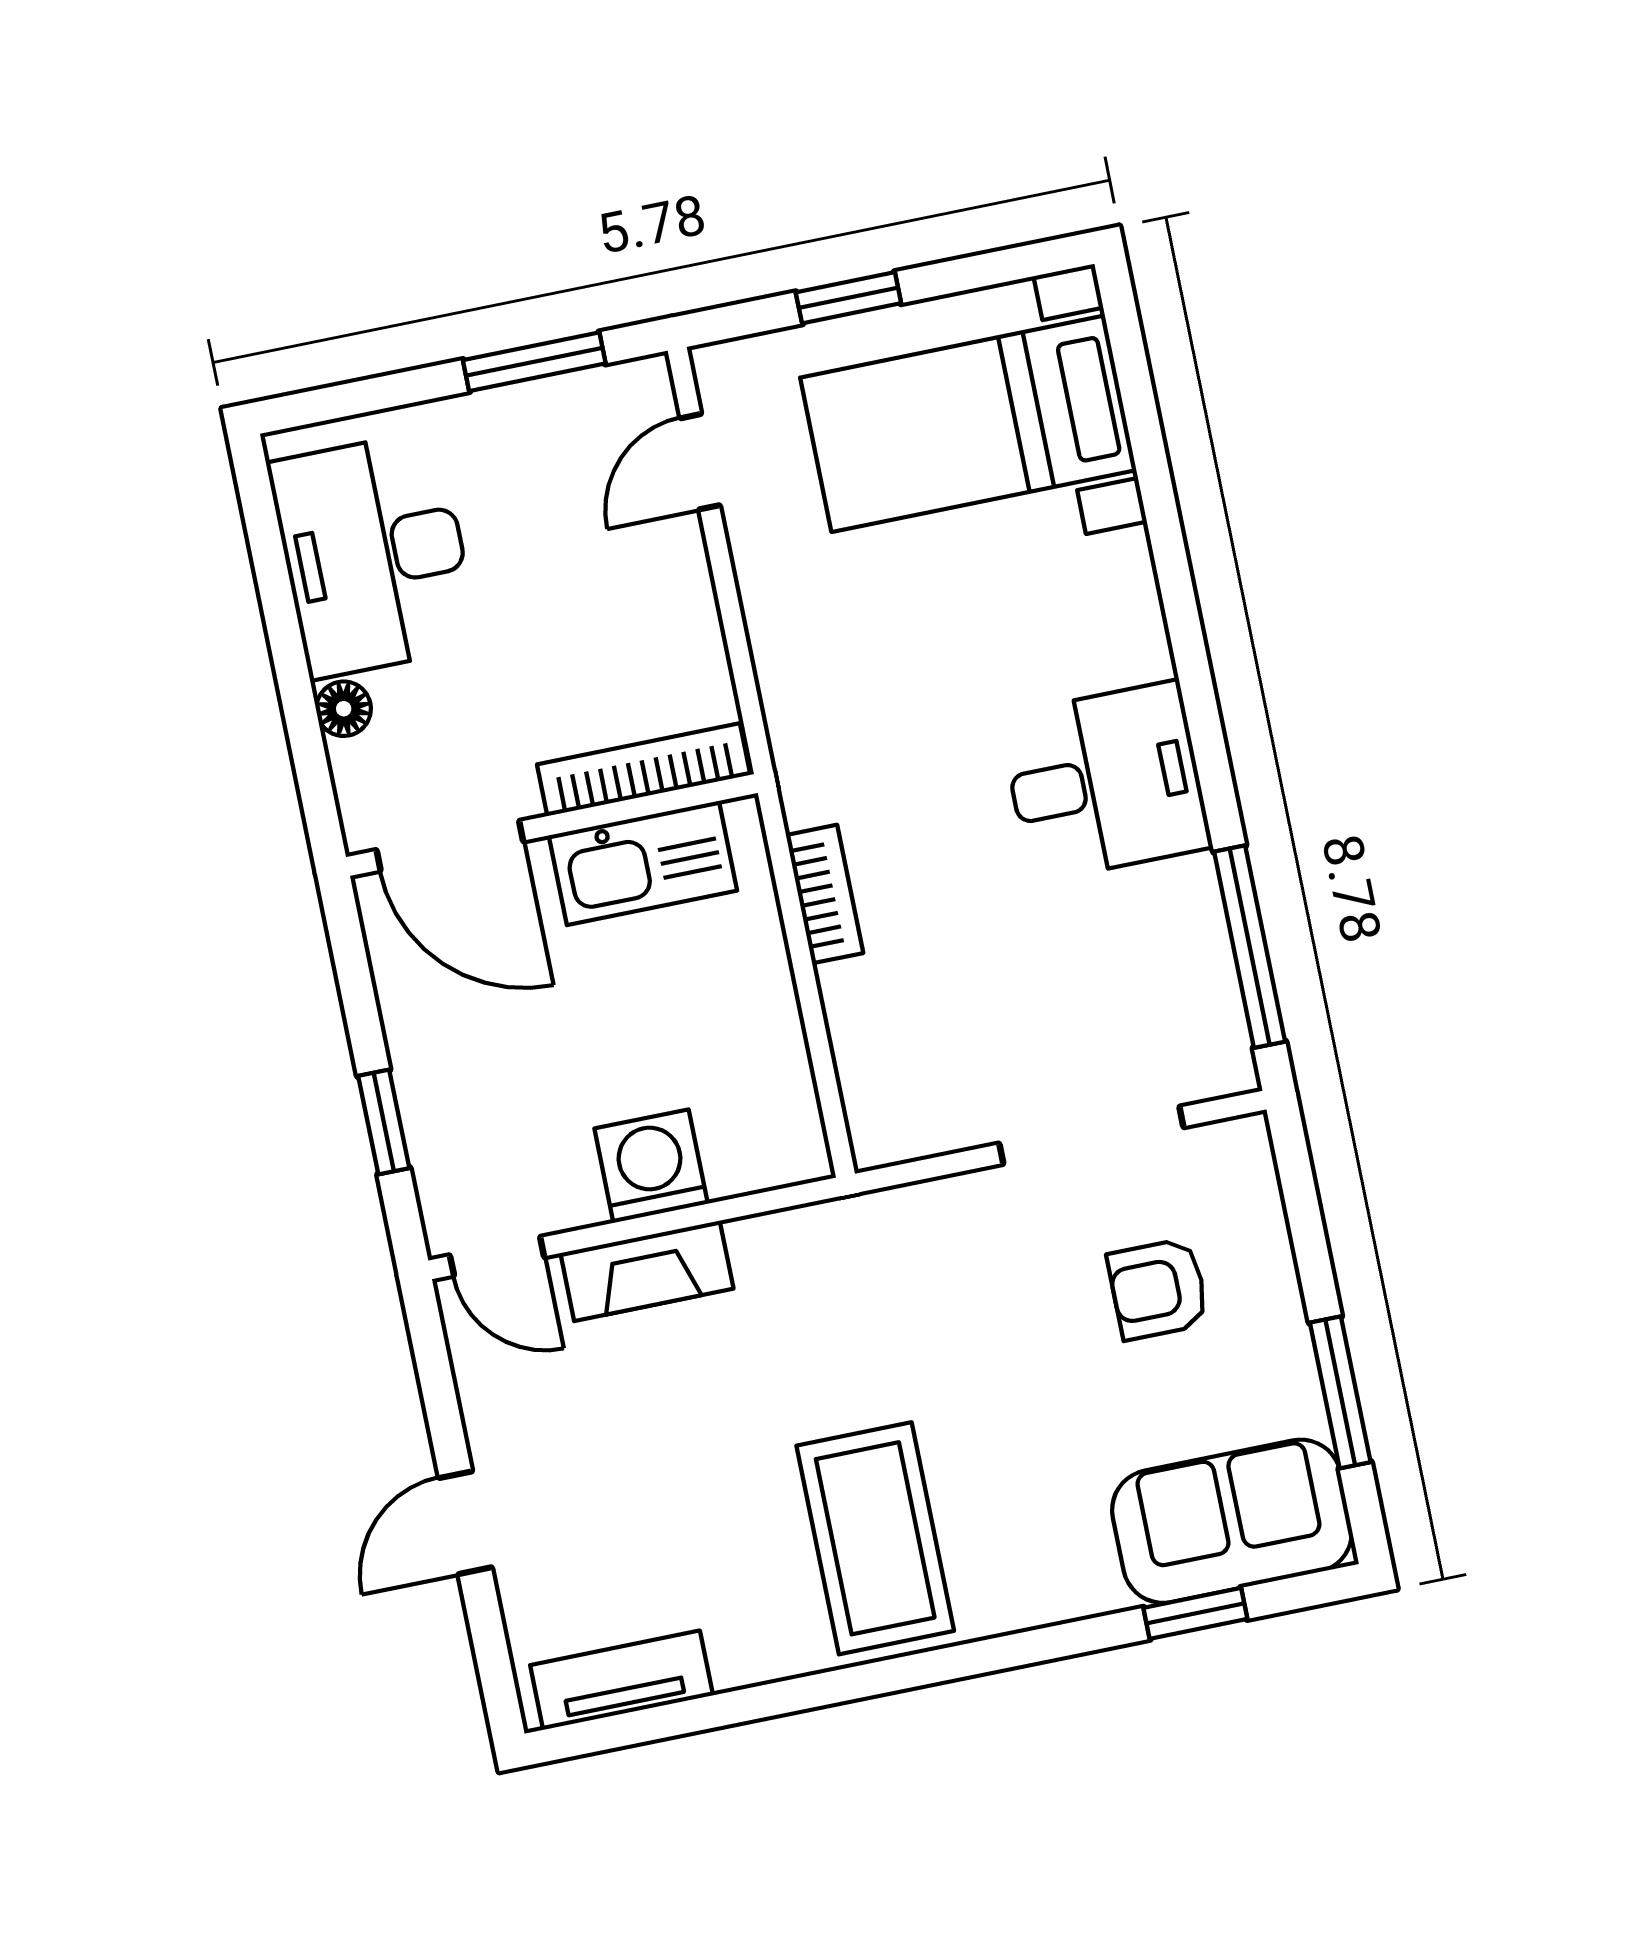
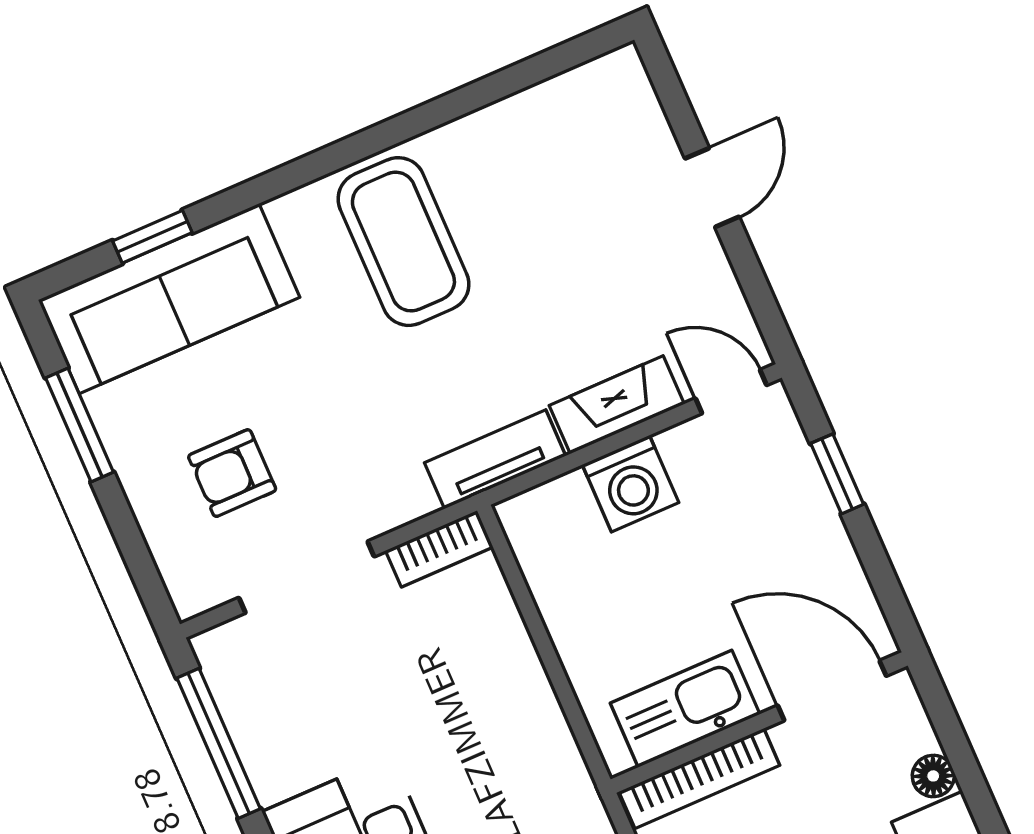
bookcase: (825, 894) -> (439, 549), moved, turned -90
armchair: (1158, 1289) -> (232, 473), turned 180
sofa: (1232, 1521) -> (169, 299), width x1.36
tv unit: (622, 1680) -> (495, 459), moved, turned 180

